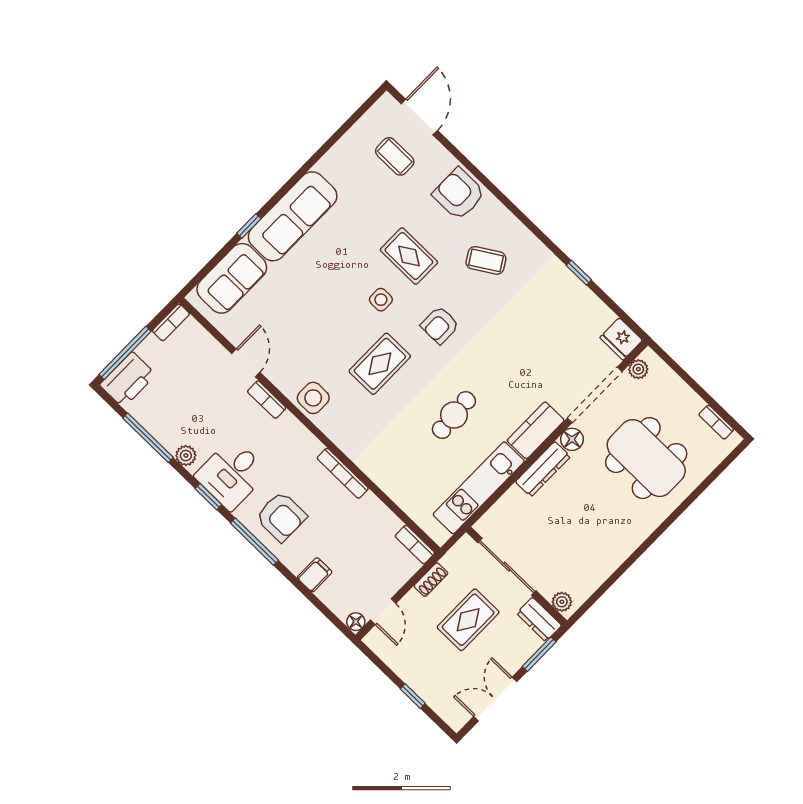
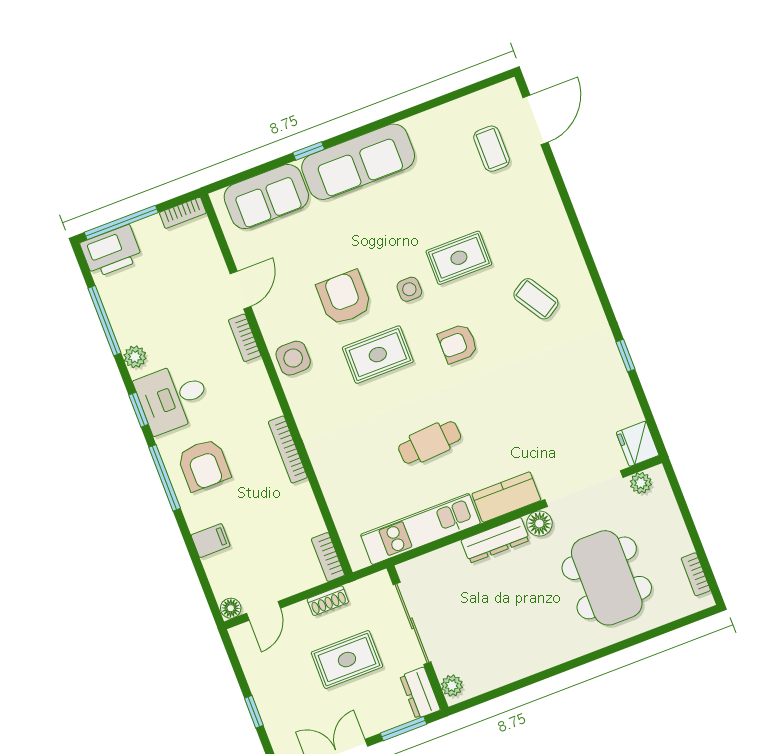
armchair: (459, 194) -> (344, 298), moved
rug: (409, 256) -> (459, 258), turned 90

